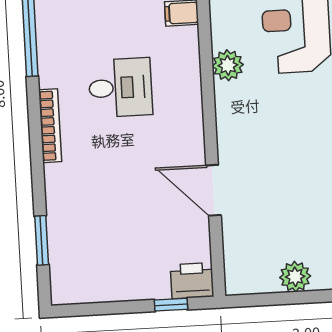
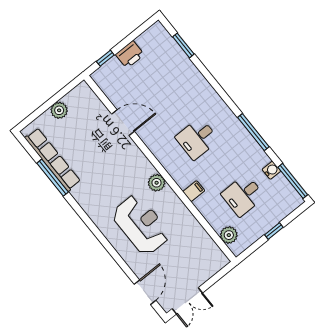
bookcase: (50, 126) -> (216, 99), removed
printer: (192, 281) -> (130, 55), moved

